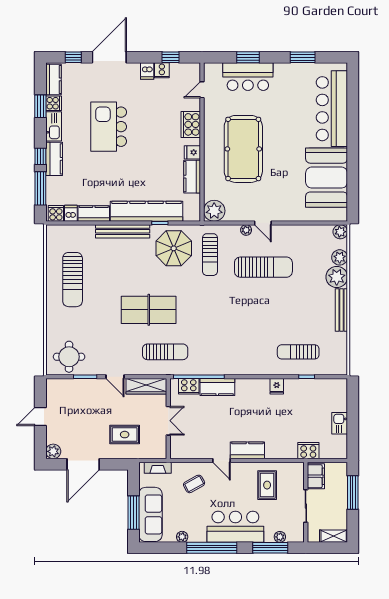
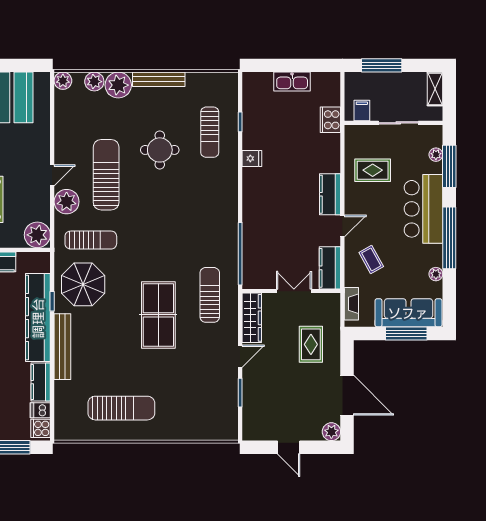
plant: (246, 230) -> (67, 202), width x1.87, depth x1.87
round table: (69, 357) -> (160, 150), moved
cooker: (189, 386) -> (252, 266), removed
kitchen counter: (217, 387) -> (330, 268), moved, turned 180
kitchen sink: (340, 423) -> (292, 82), width x1.38
filing cabinet: (316, 476) -> (362, 110), width x0.50

